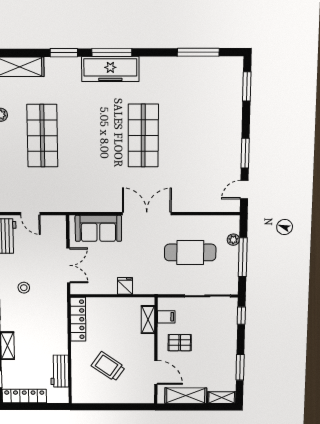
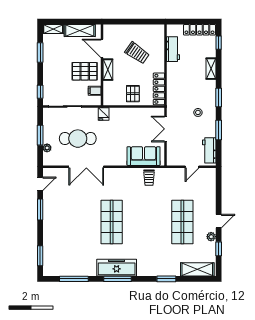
window: (112, 53) -> (118, 279), moved
freezer: (110, 69) -> (117, 268), moved
trolley: (90, 199) -> (149, 178), added
door: (30, 214) -> (192, 167), swing flipped
double door: (147, 214) -> (86, 167), moved
window: (243, 257) -> (40, 135), width x0.69
fridge: (125, 286) -> (104, 114), moved
pallet: (114, 313) -> (133, 94), added
shelving: (148, 320) -> (108, 70), moved
pallet: (180, 343) -> (85, 71), width x1.50, depth x1.42

